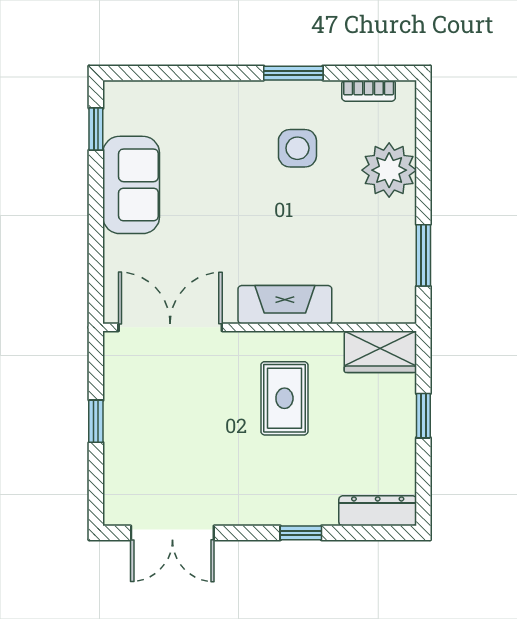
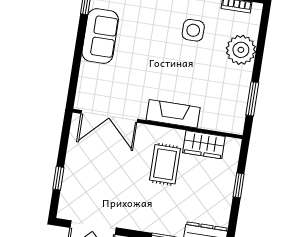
double door: (170, 327) -> (109, 116), swing flipped
wardrobe: (380, 352) -> (204, 145), moved
window: (96, 421) -> (58, 178), moved

